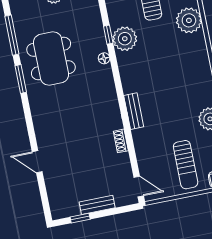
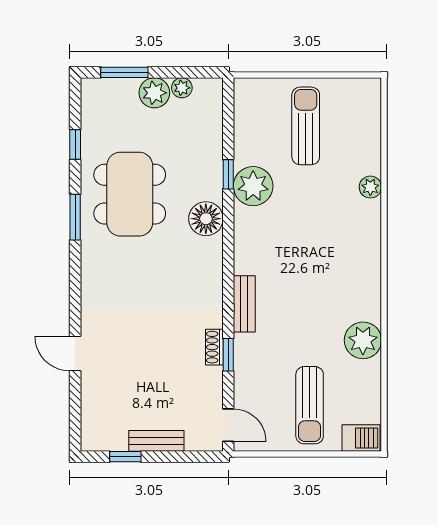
plant: (189, 20) -> (370, 187), width x0.53, depth x0.53
window: (12, 35) -> (75, 145), width x0.46
floor lamp: (104, 58) -> (206, 219), width x1.89, depth x1.89
window: (130, 144) -> (228, 355), added

